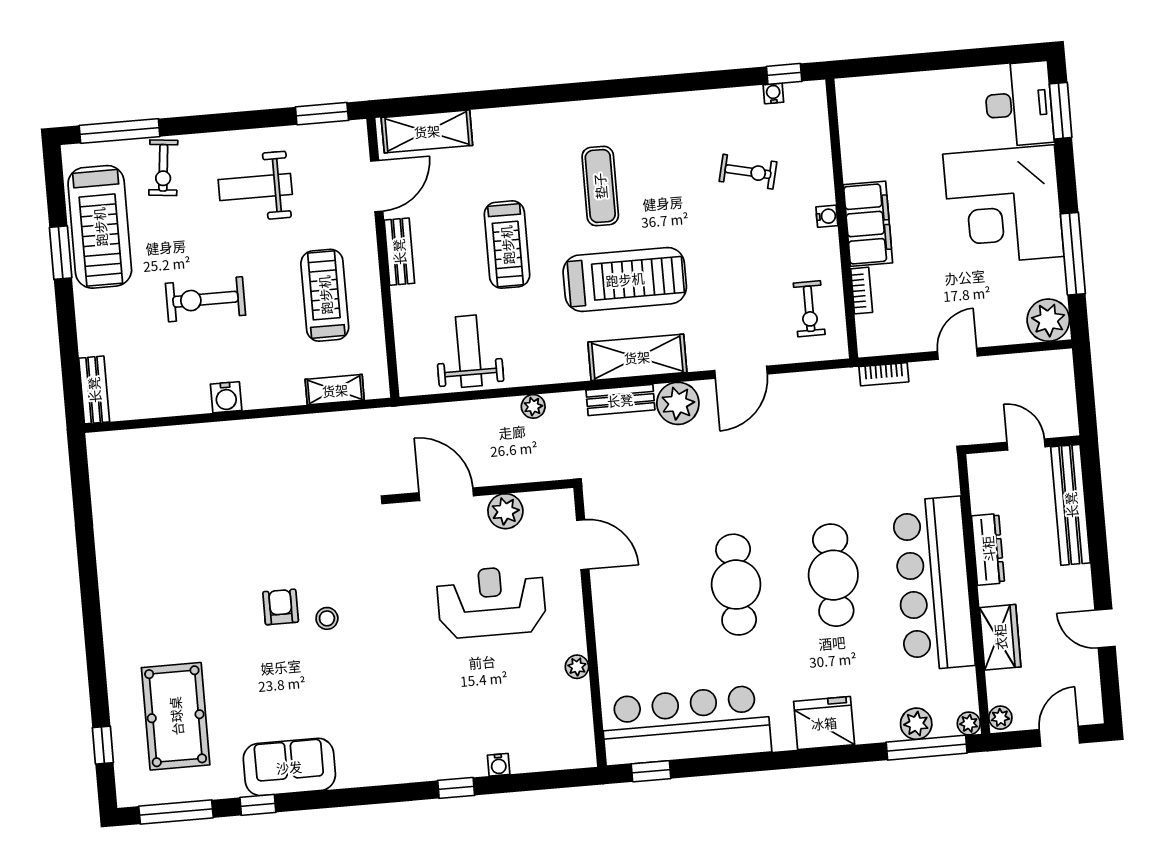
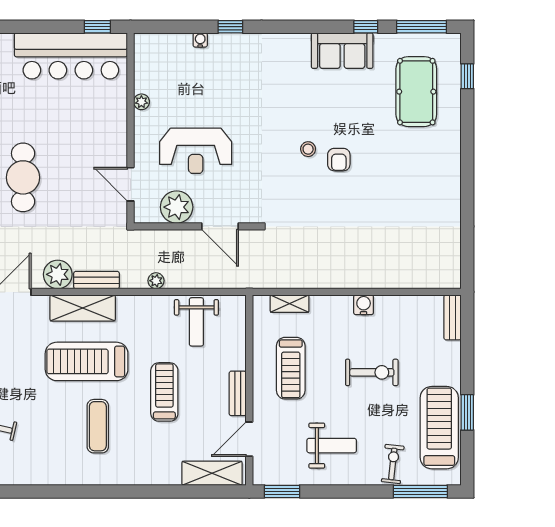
plant: (505, 511) -> (177, 207), width x1.36, depth x1.36
cafe table: (736, 585) -> (23, 177), moved

